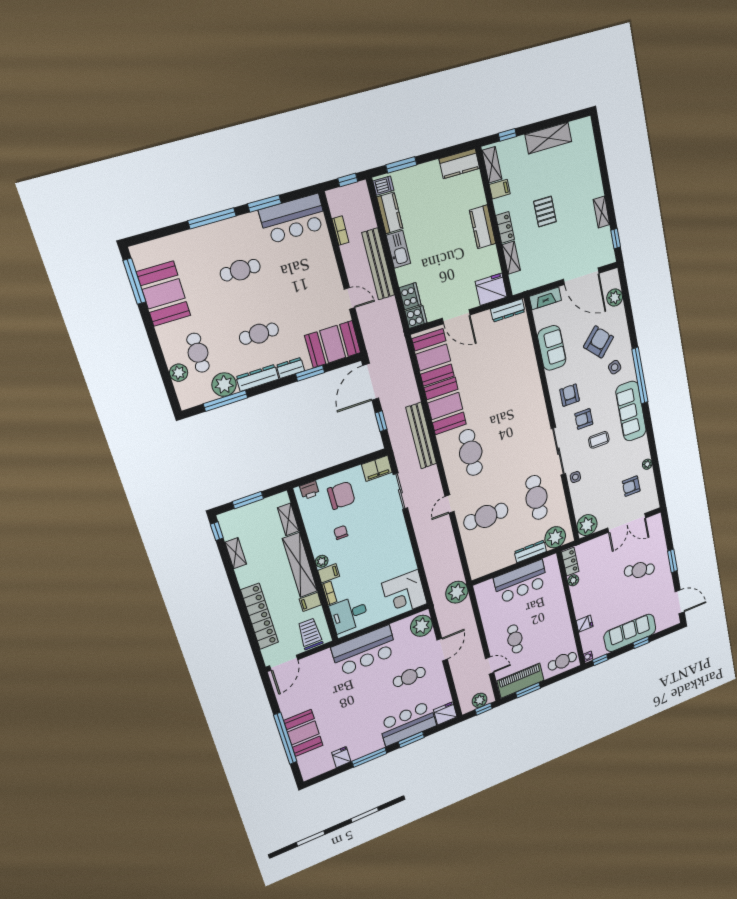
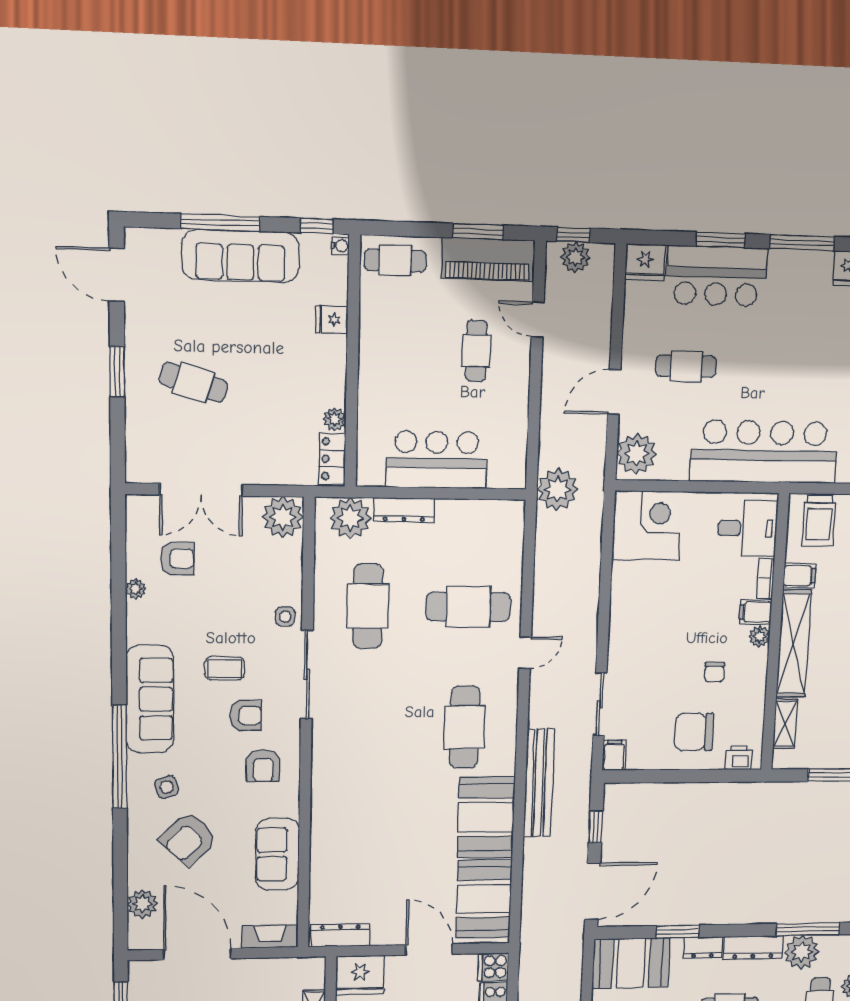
filing cabinet: (377, 468) -> (614, 755), width x0.50
double door: (627, 523) -> (201, 490), swing flipped
window: (641, 643) -> (220, 223), width x2.17
bar counter: (364, 651) -> (764, 452), width x1.36

